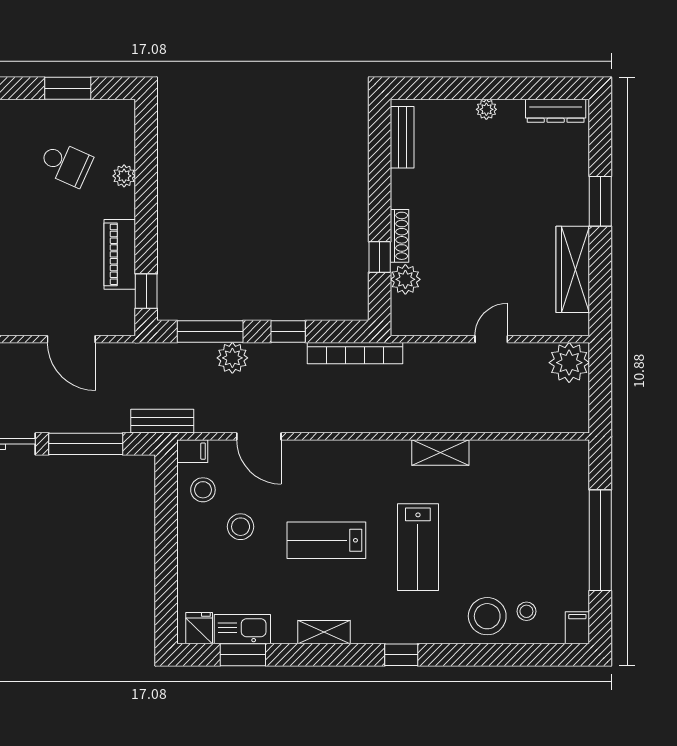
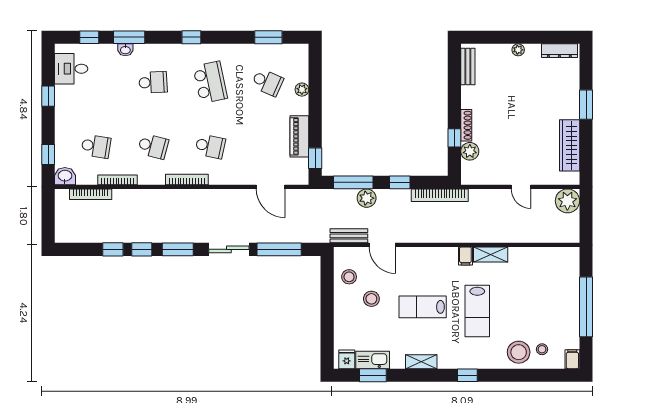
door: (491, 339) -> (521, 187), swing flipped
bench: (162, 421) -> (349, 236), moved
filing cabinet: (192, 451) -> (465, 256), moved, turned 90

